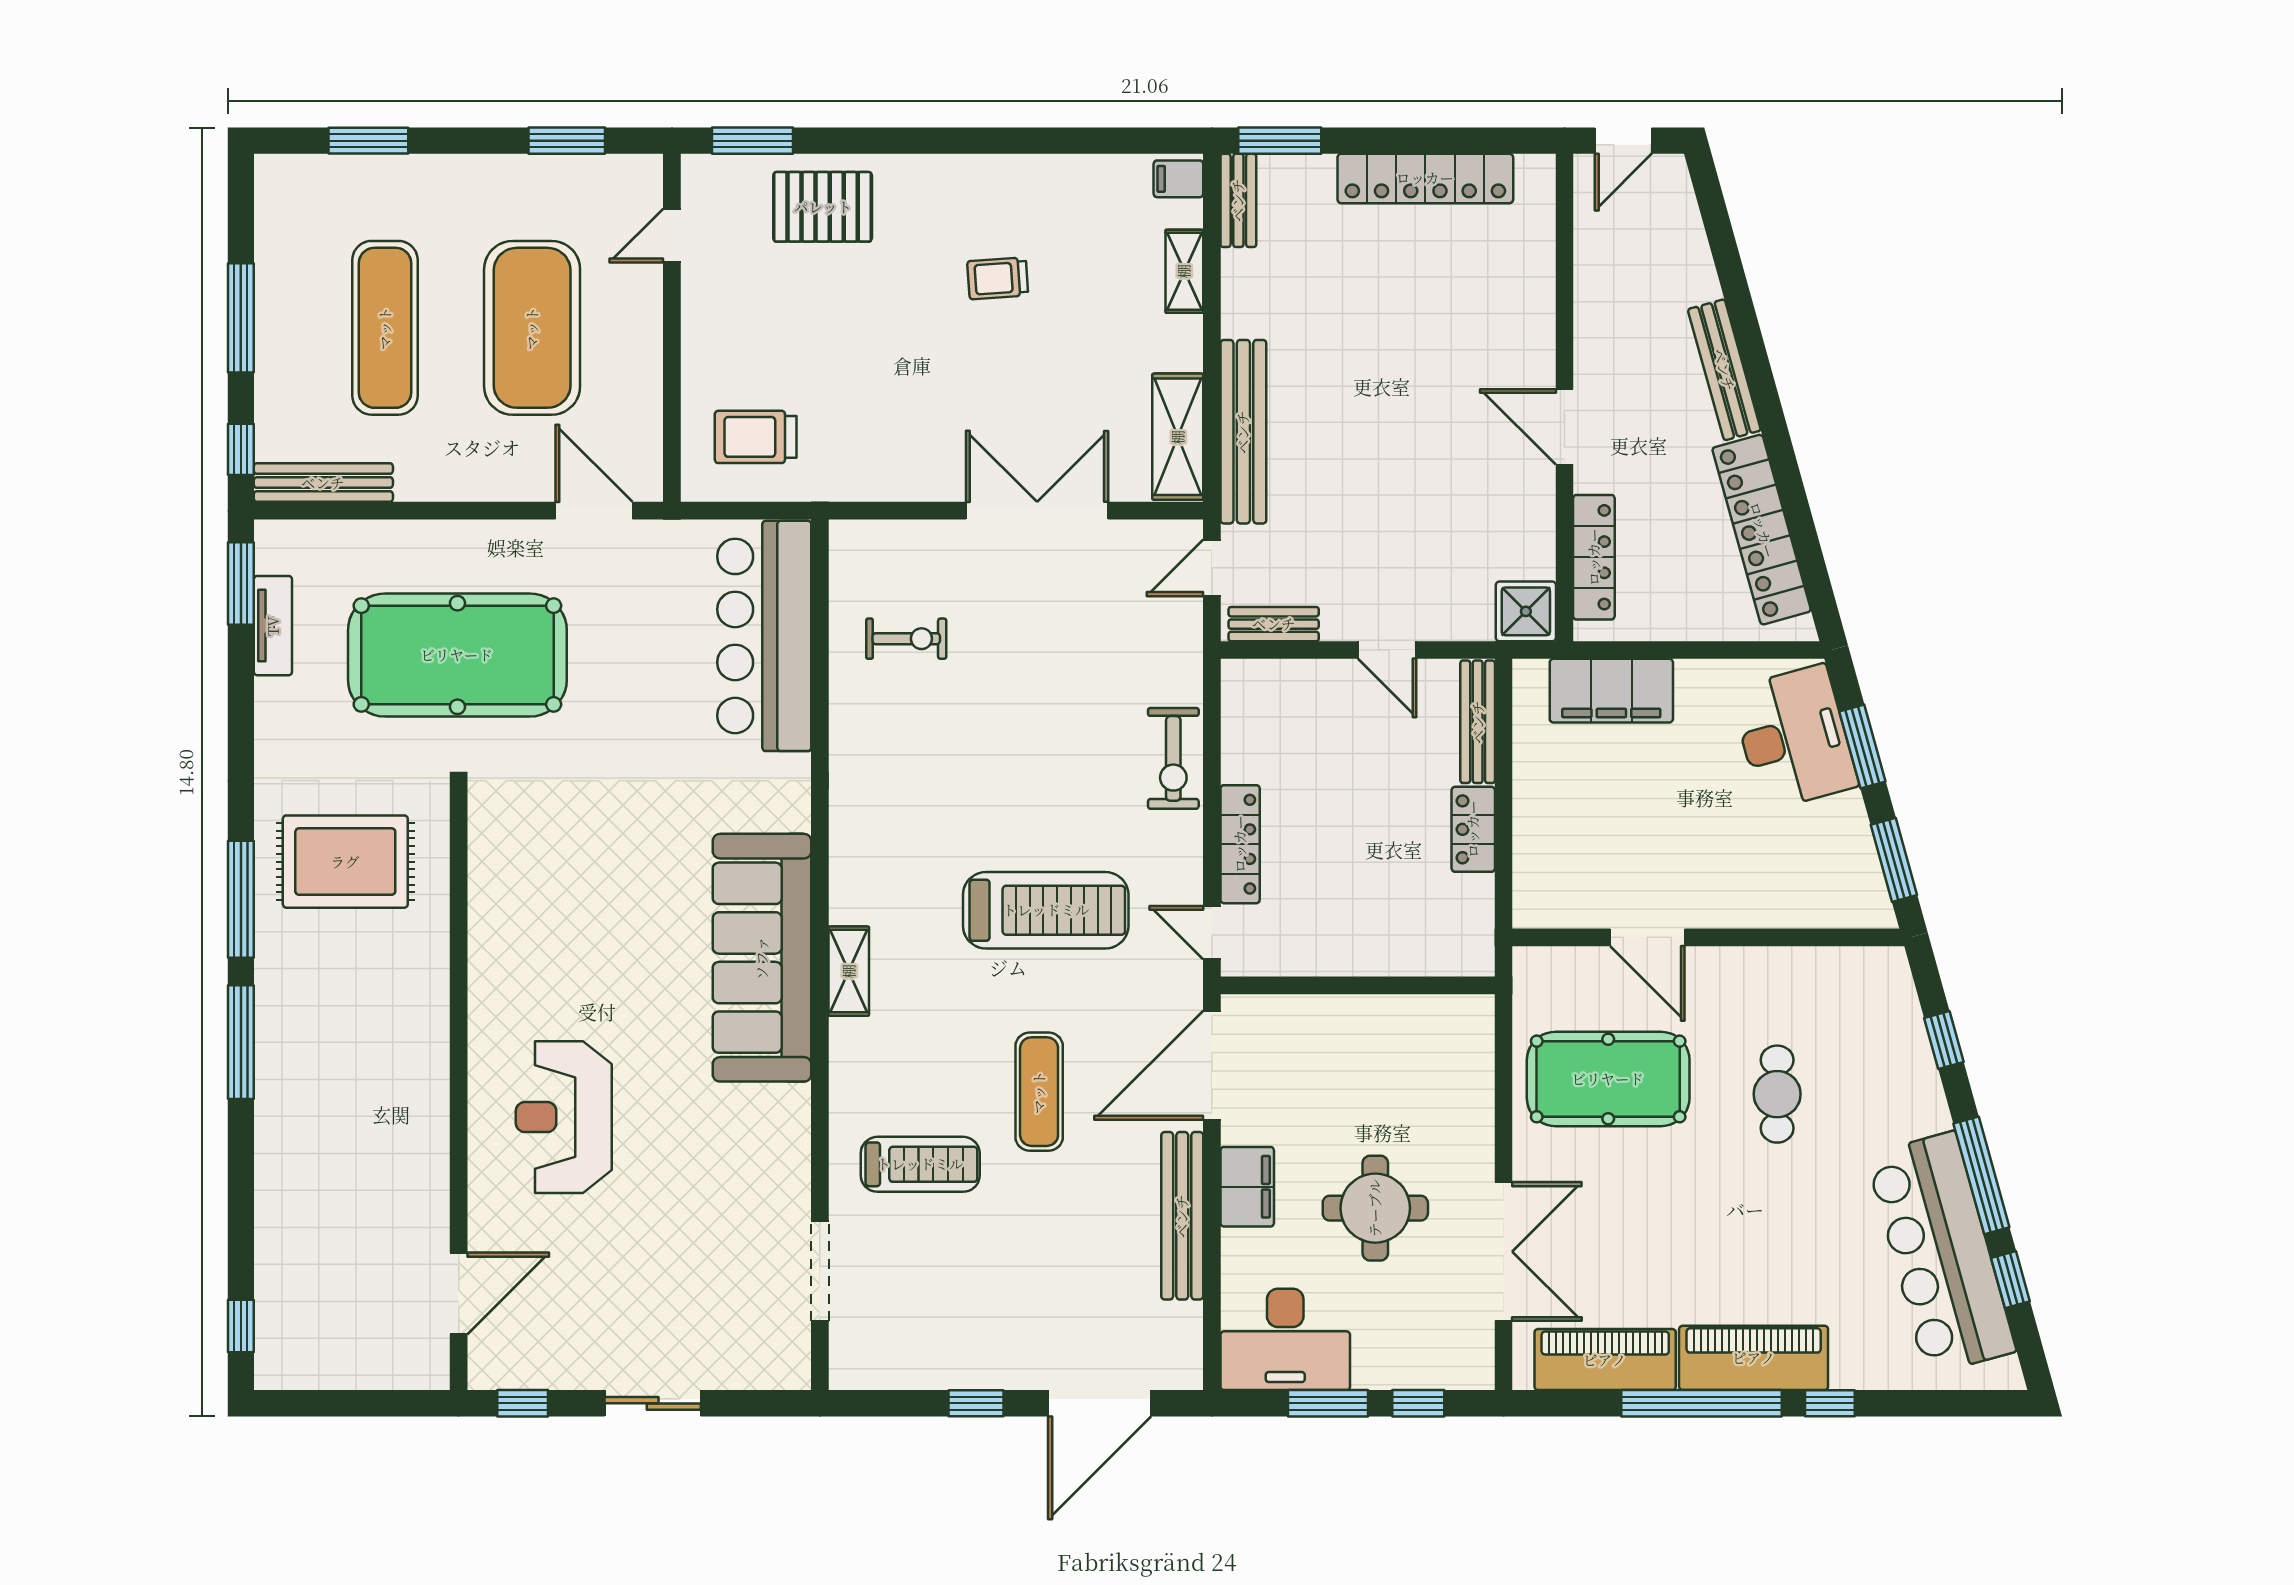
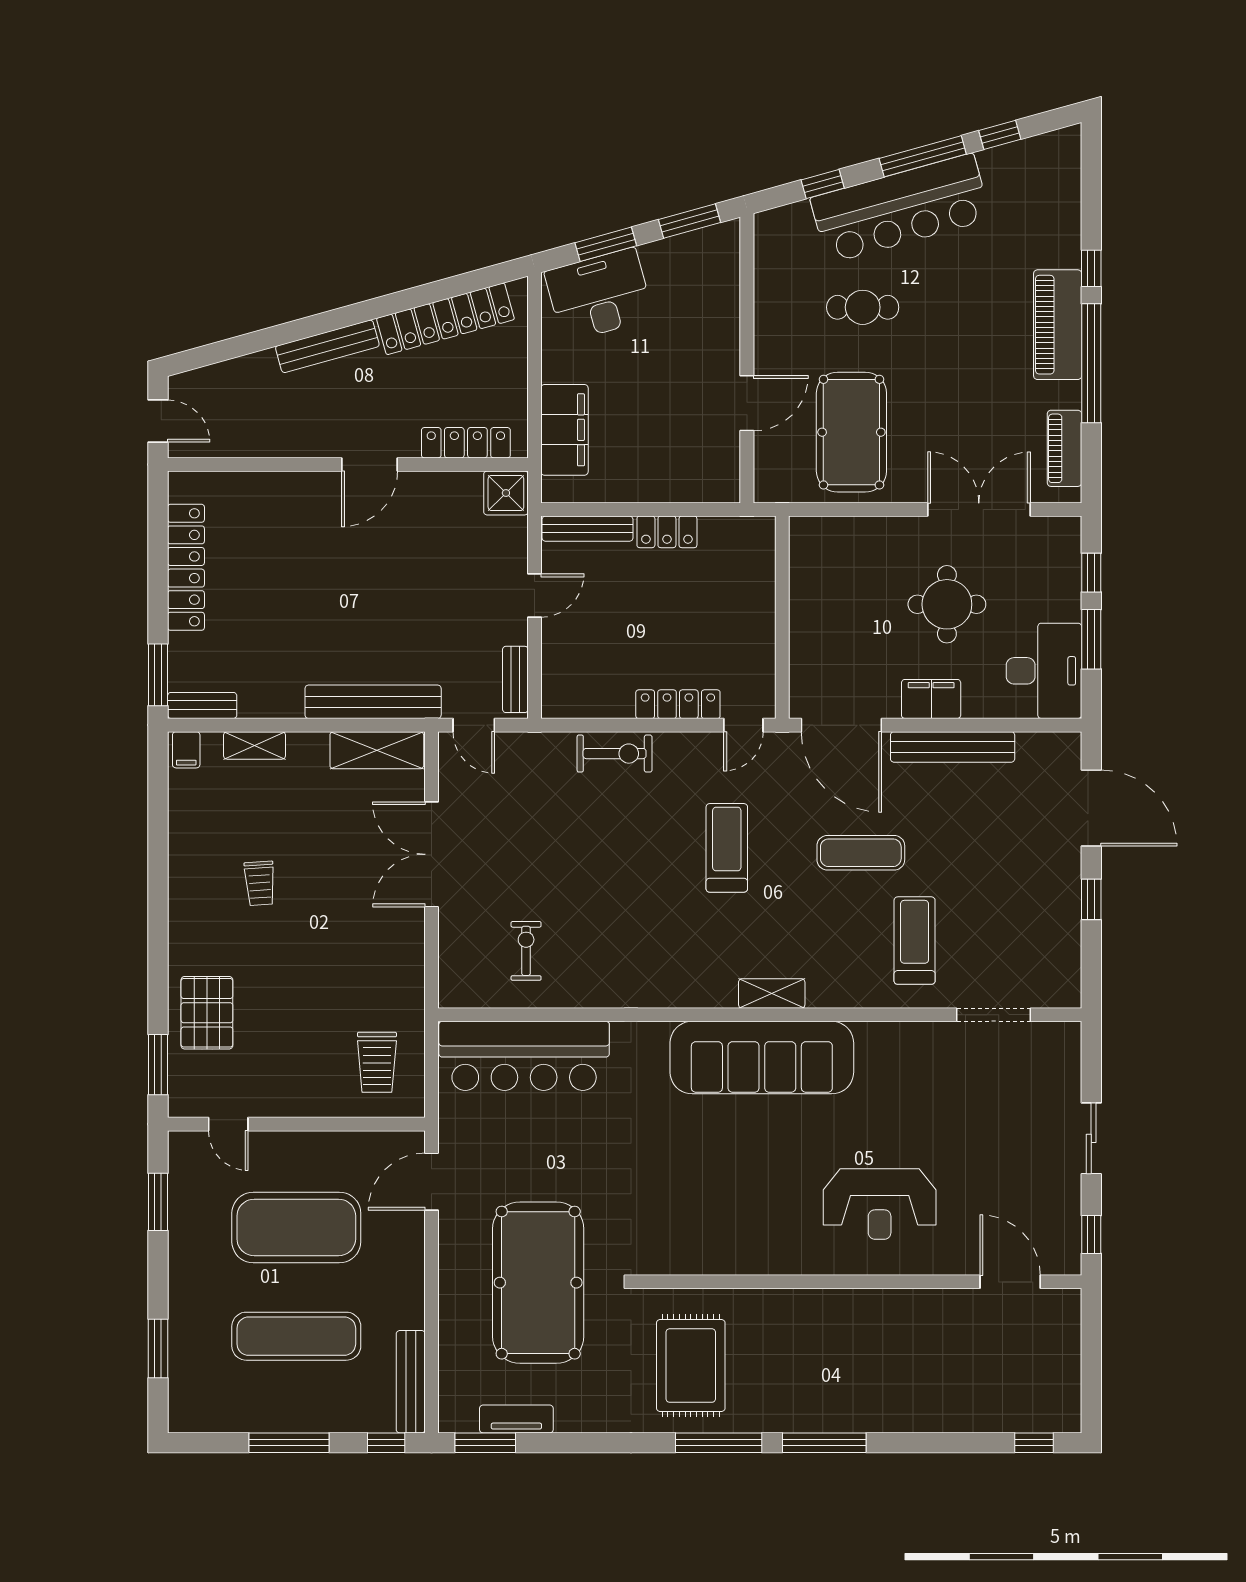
treadmill: (1046, 910) -> (727, 848), width x0.73, depth x0.73
bar counter: (1941, 1253) -> (901, 208), moved
piano: (1605, 1360) -> (1064, 448), width x0.73, depth x0.75

